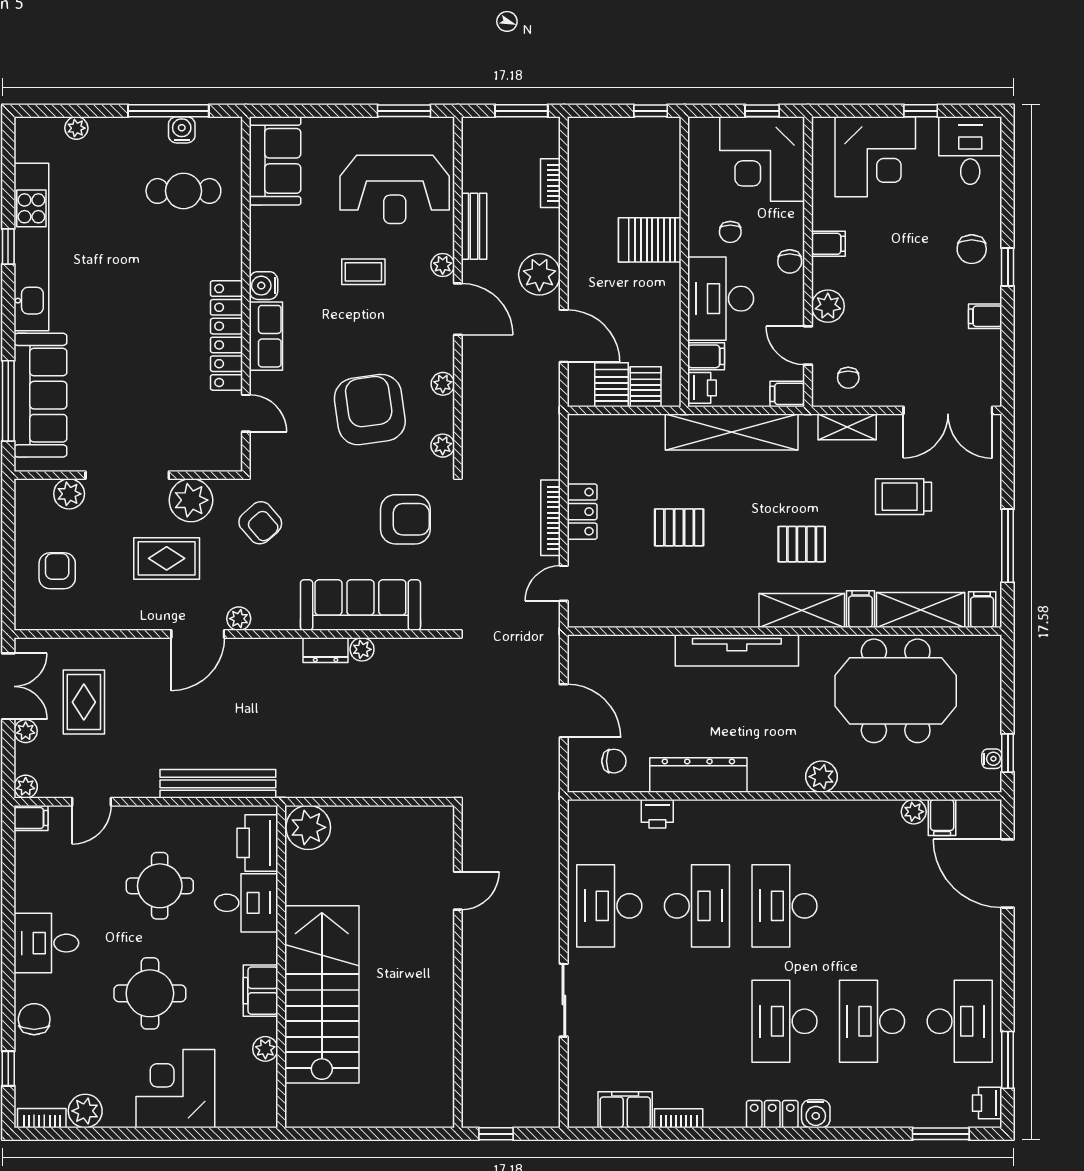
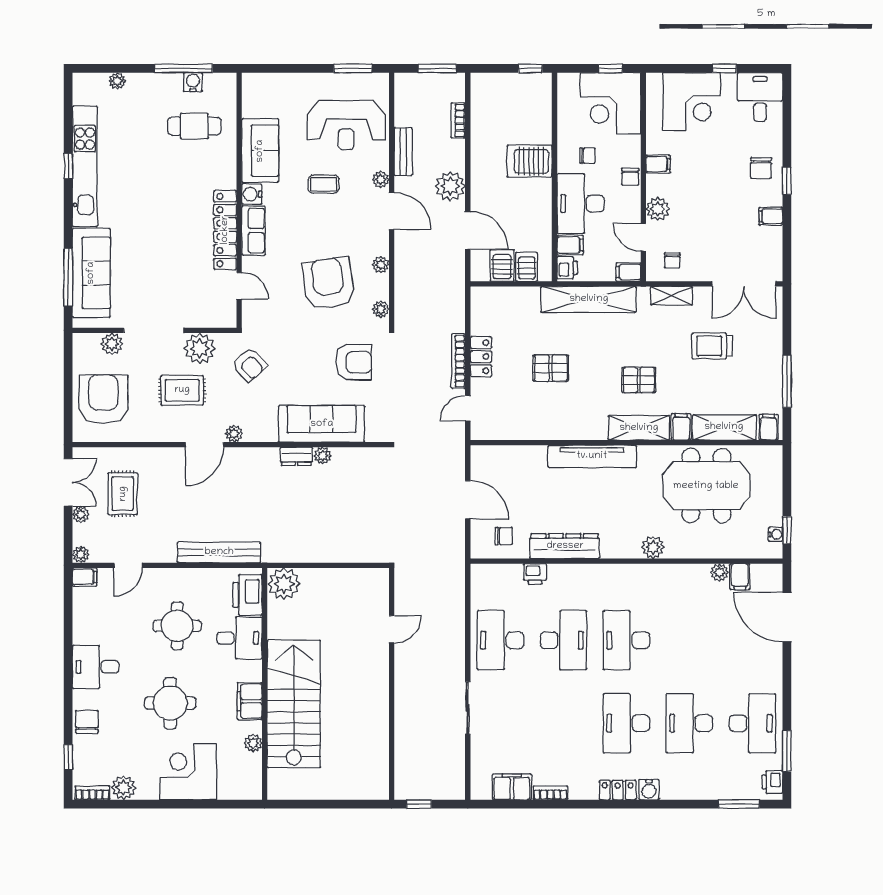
sofa: (275, 161) -> (260, 151), moved
chair: (730, 232) -> (587, 156), turned -90
armchair: (57, 571) -> (103, 399), width x1.88, depth x1.88

